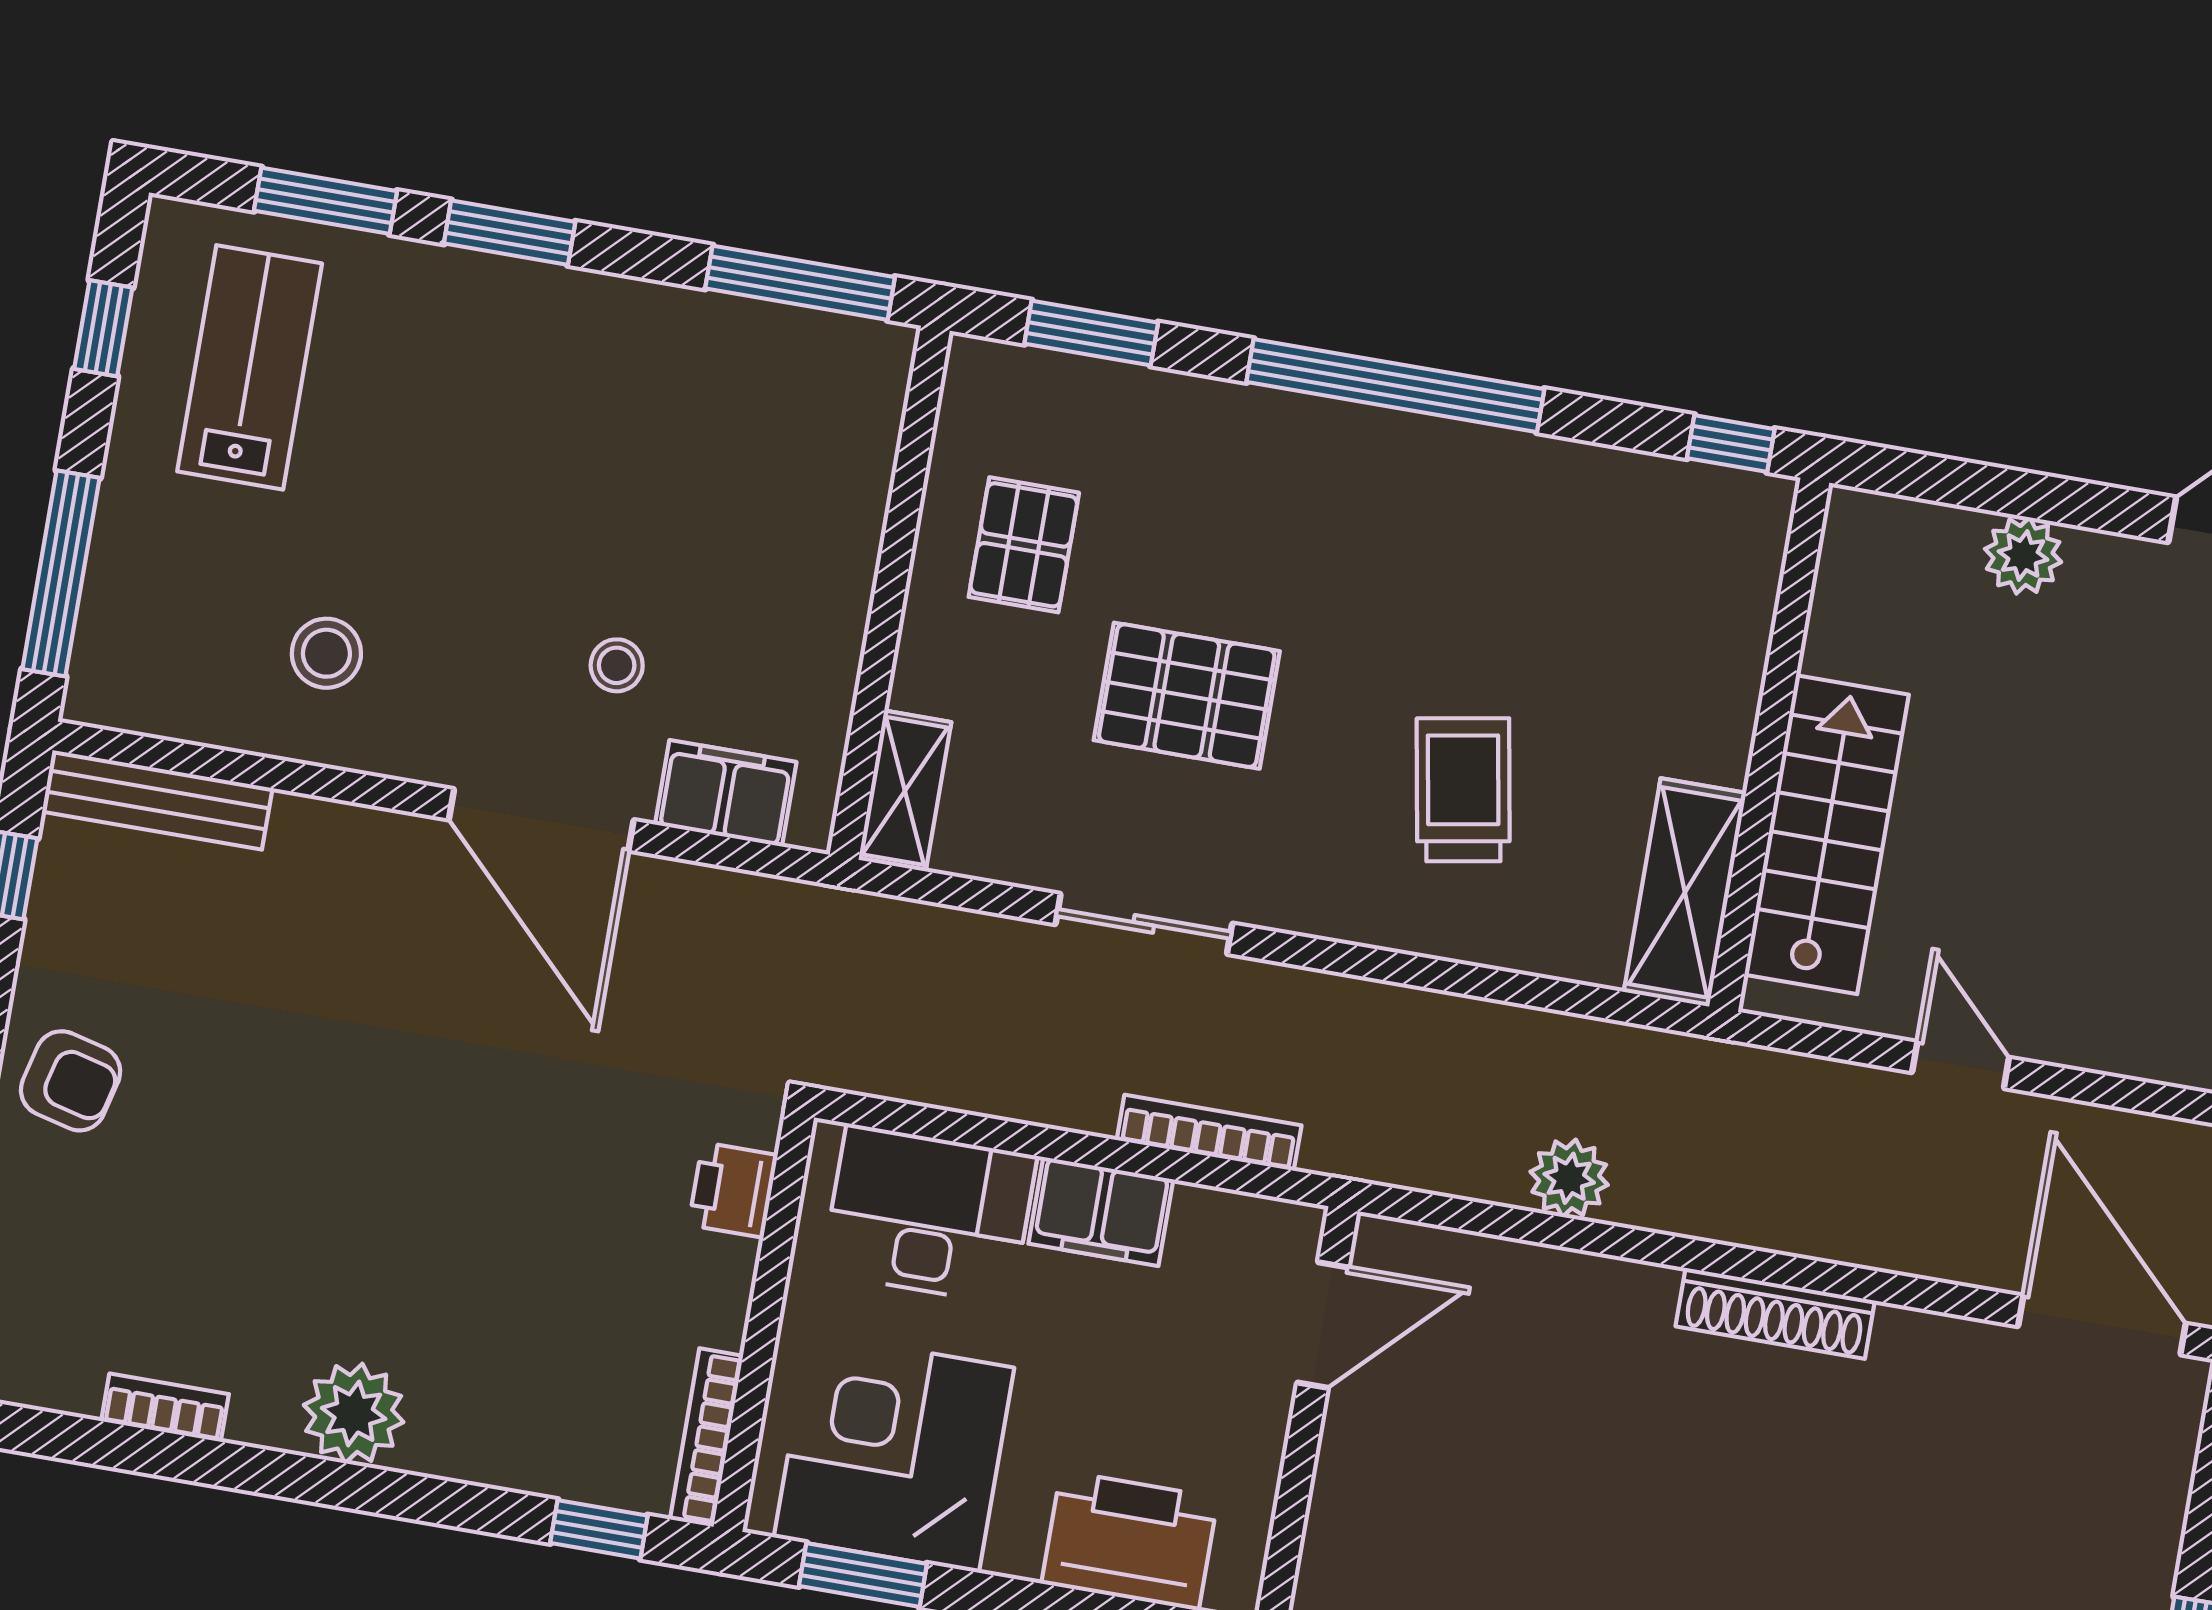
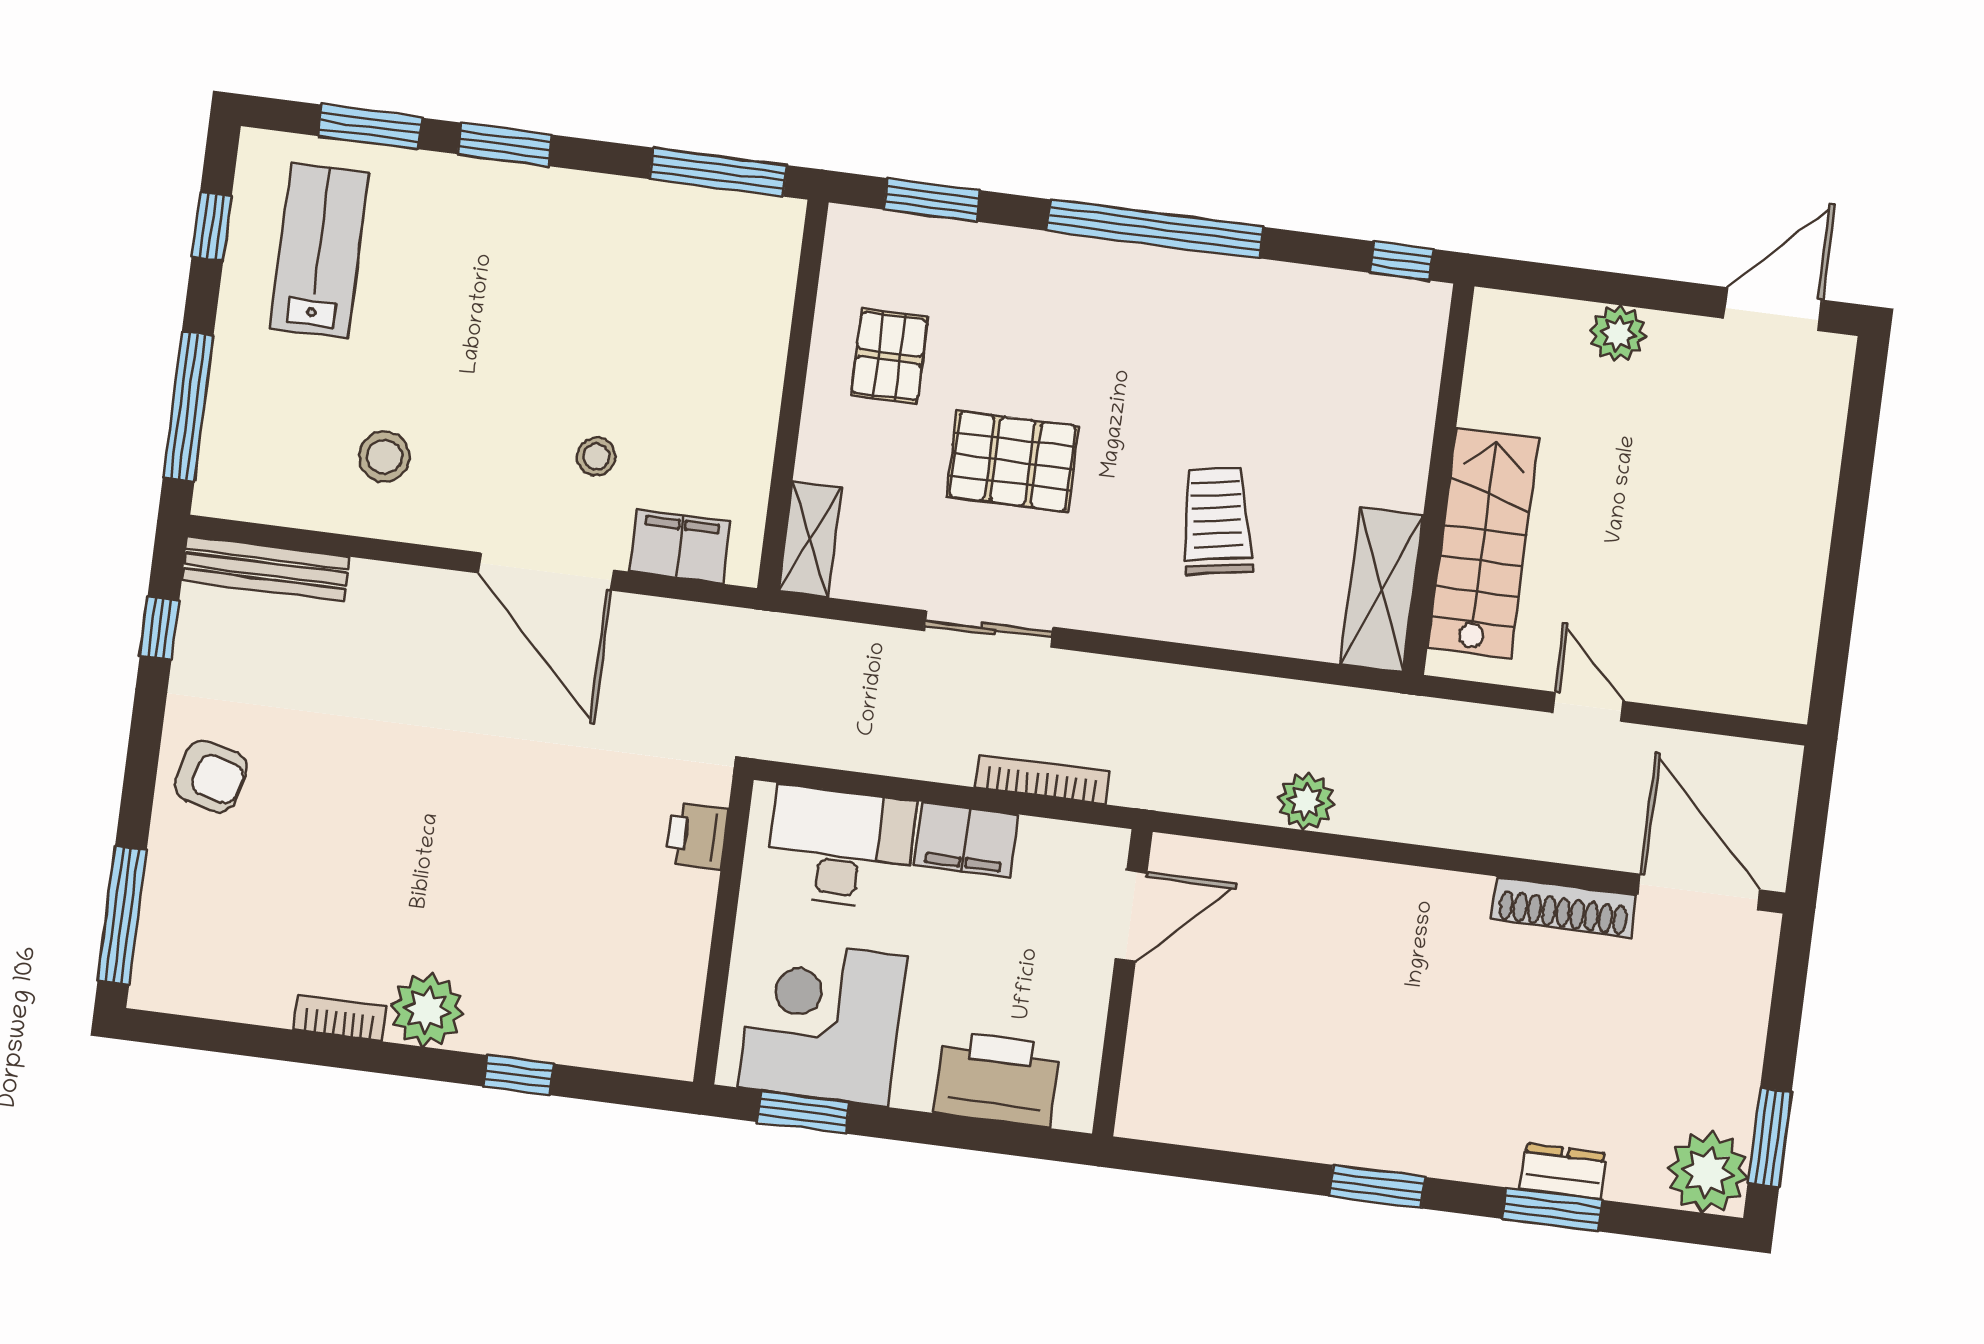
shoe rack: (1775, 1313) -> (1564, 907), moved
bookcase: (165, 1408) -> (340, 1018), moved
bookcase: (706, 1438) -> (685, 1017), removed
window: (599, 1529) -> (519, 1075), moved

